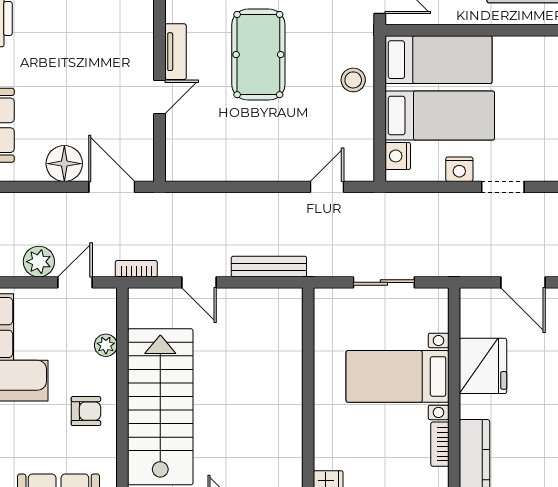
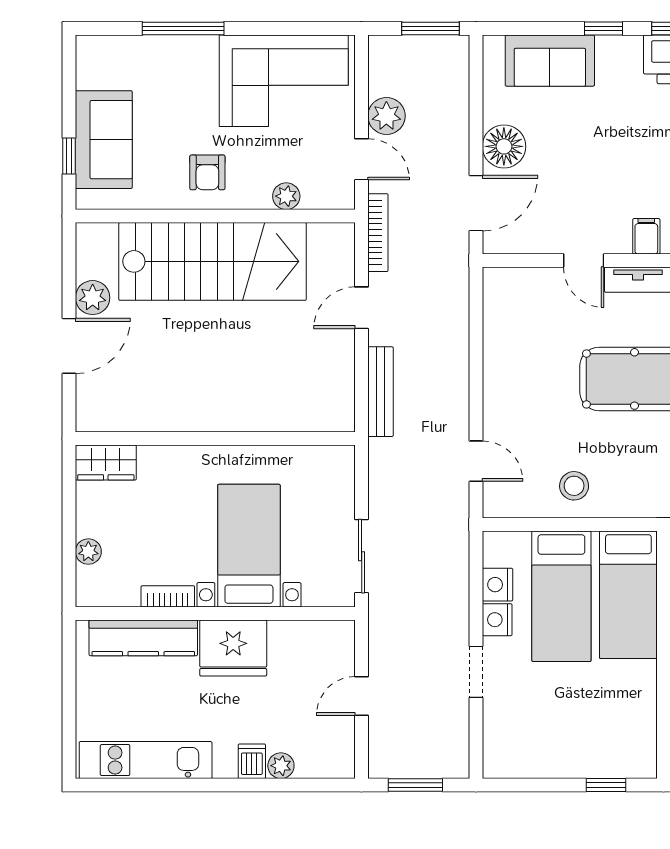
filing cabinet: (139, 45) -> (646, 236), added
stool: (353, 80) -> (574, 486), moved
nightstand: (398, 156) -> (497, 585), moved, turned -90
bookcase: (136, 269) -> (378, 233), width x1.56
sliding door: (384, 282) -> (362, 556), moved
door: (523, 282) -> (362, 696), width x0.73
fridge: (483, 366) -> (233, 648), moved

